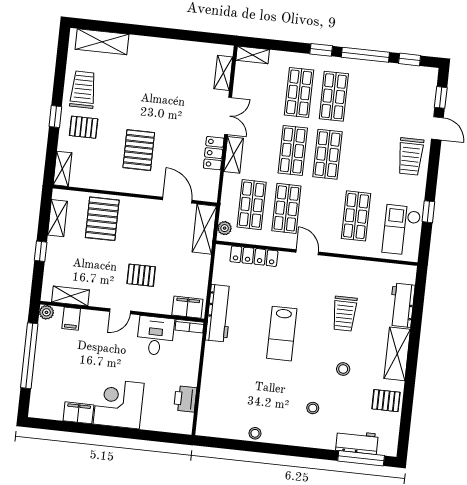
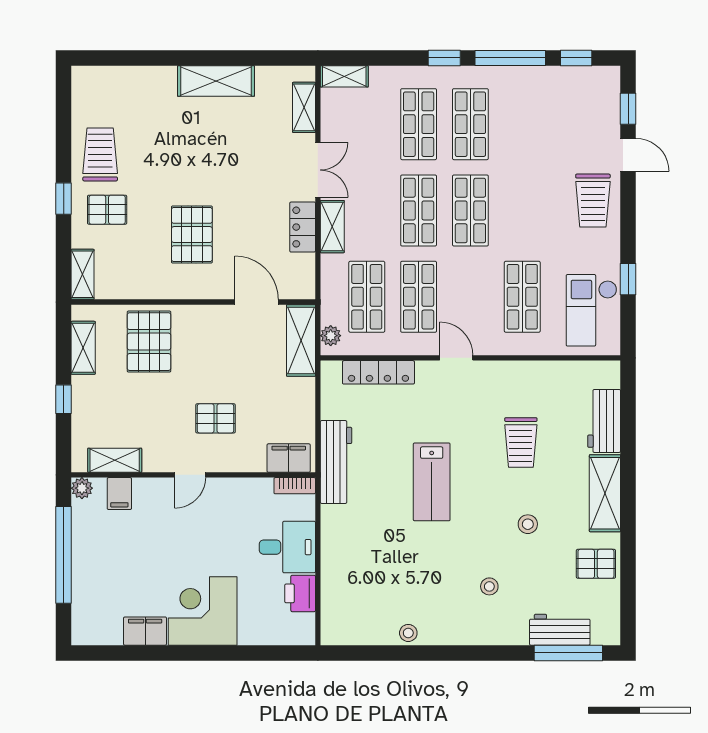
shelving: (102, 42) -> (216, 81), moved
desk: (155, 336) -> (287, 547), moved, turned 90

